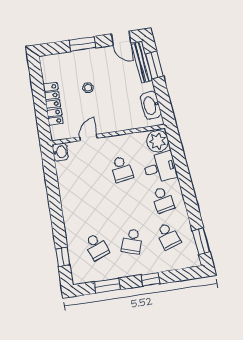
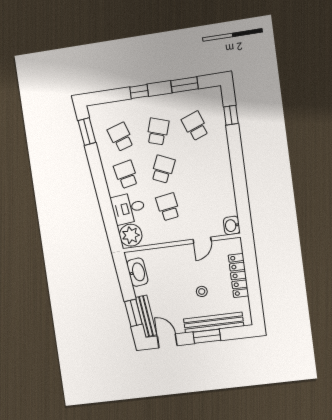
bench: (76, 58) -> (214, 322), added
school desk: (127, 205) -> (163, 169), added

